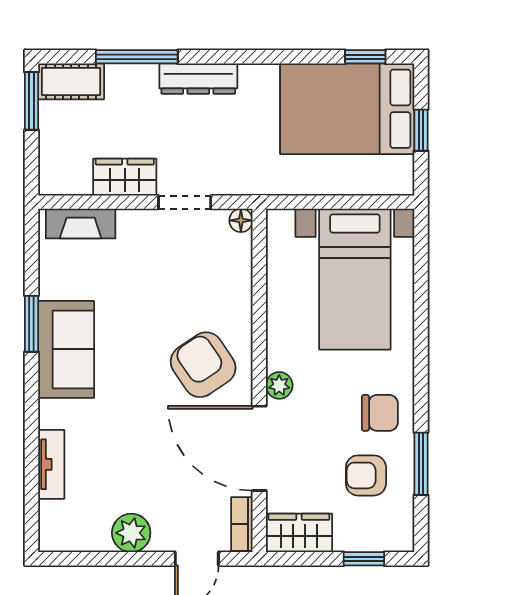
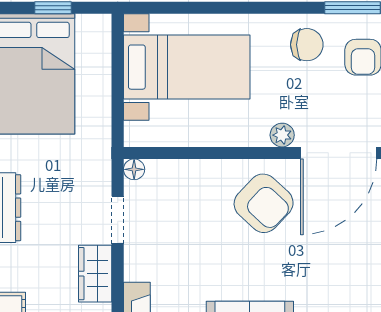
armchair: (203, 365) -> (264, 203), turned -103
chair: (380, 413) -> (307, 45), turned 90

